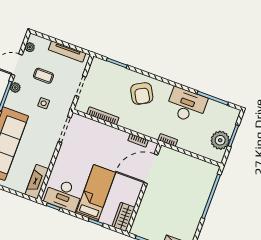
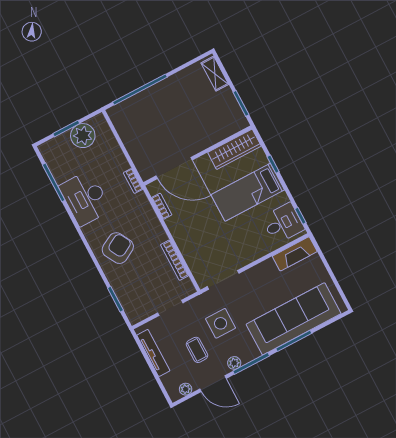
side table: (44, 103) -> (221, 323), width x1.87, depth x1.87
desk: (64, 195) -> (283, 223), width x0.73
wardrobe: (123, 217) -> (234, 149), width x1.50

